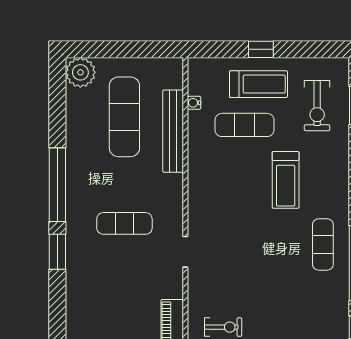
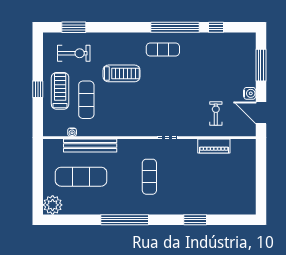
window: (57, 252) -> (195, 220), moved

